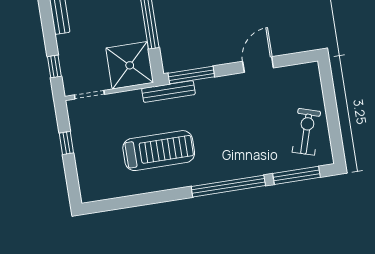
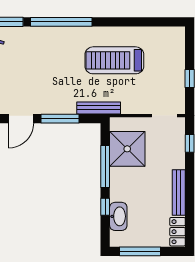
shower: (130, 65) -> (127, 149), moved
window: (191, 75) -> (60, 119), moved

